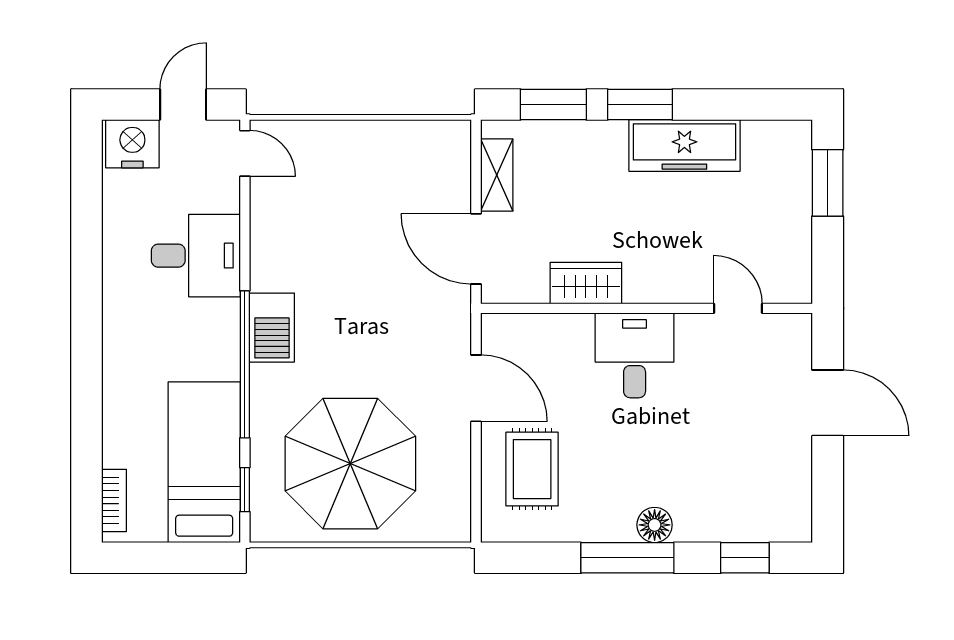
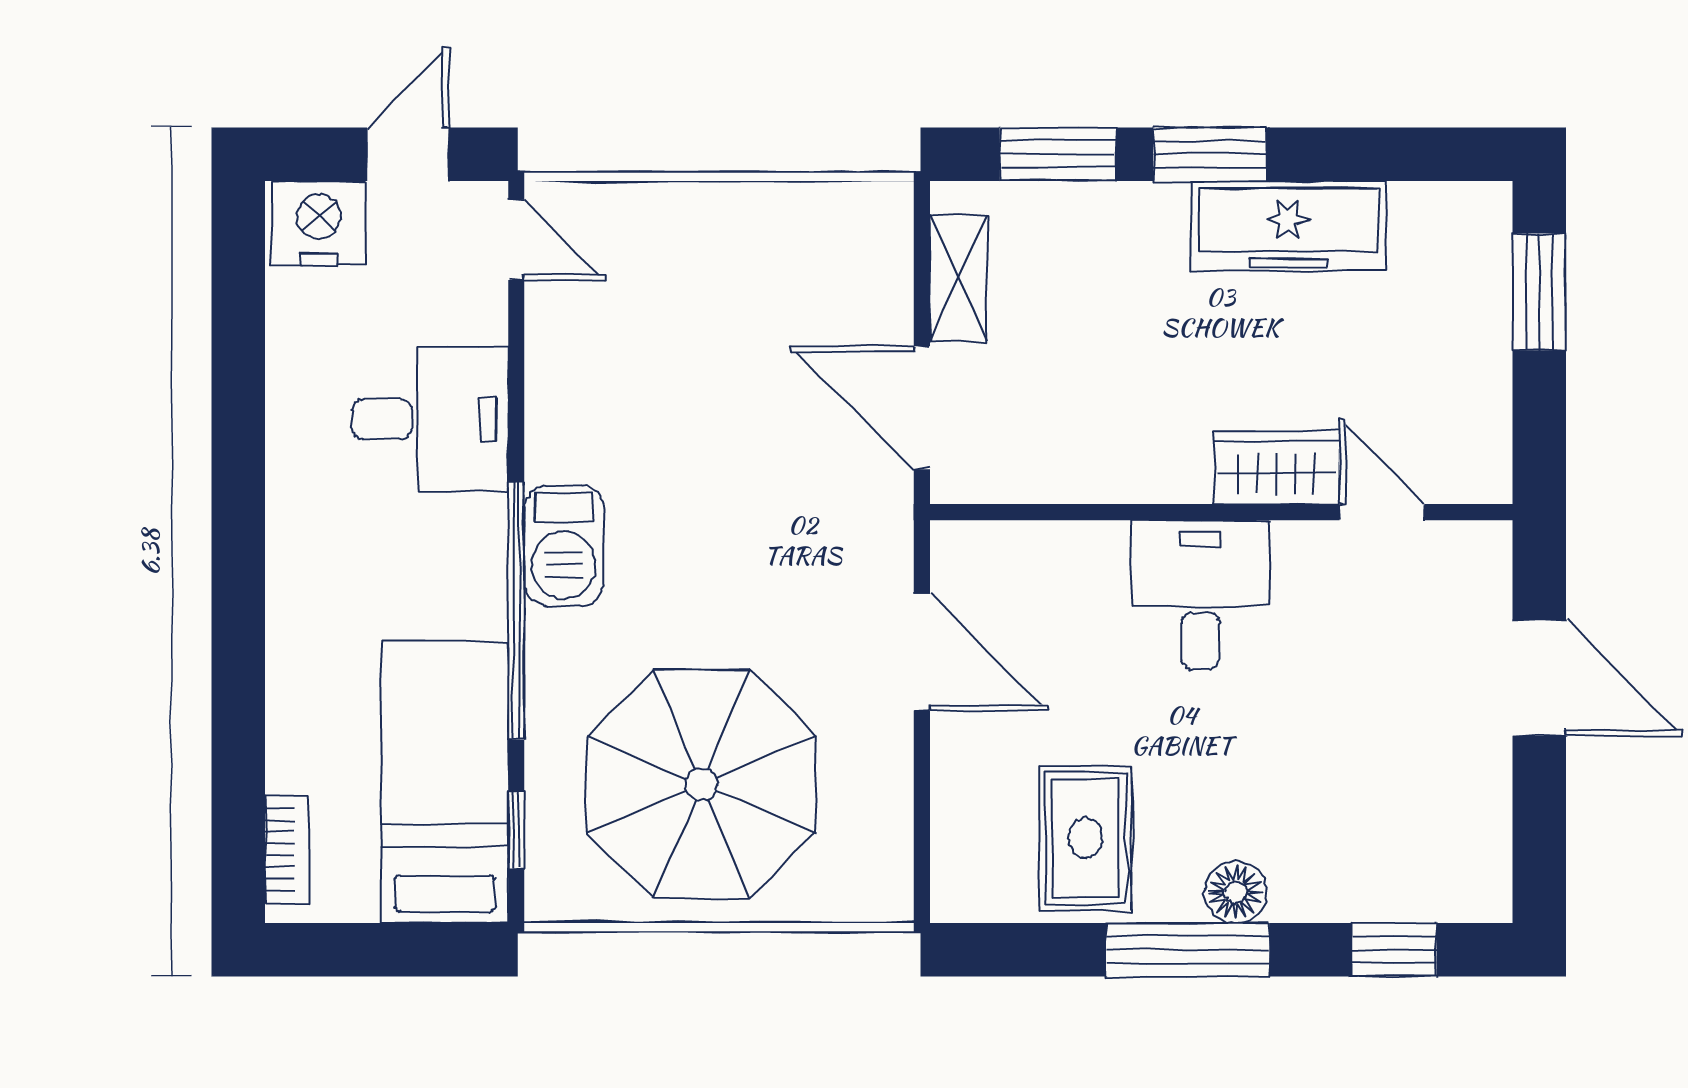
wardrobe: (586, 283) -> (1276, 468), moved
rug: (532, 469) -> (1086, 838), moved

